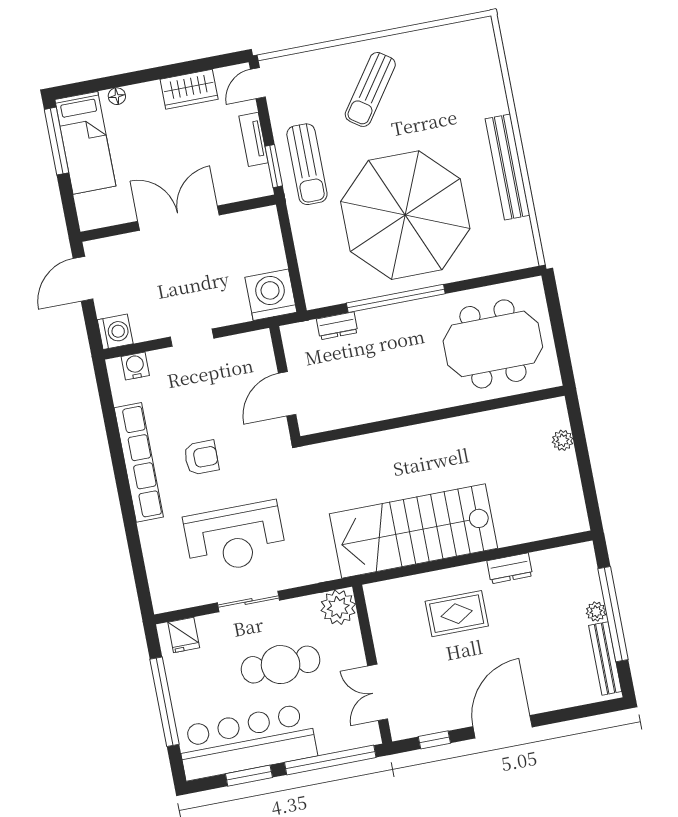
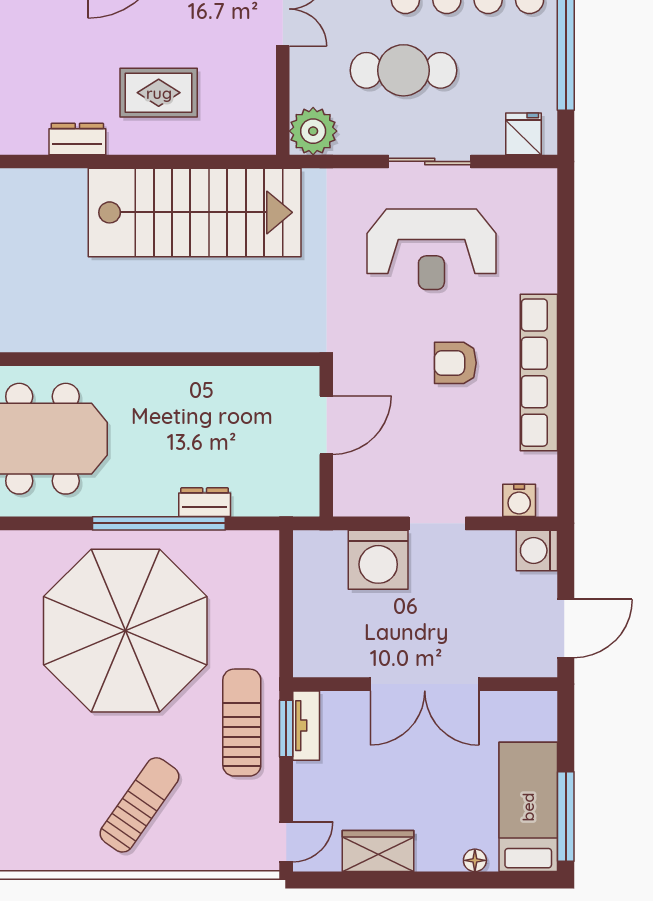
tv unit: (253, 139) -> (306, 726), moved
washing machine: (271, 295) -> (378, 560), moved
dresser: (337, 326) -> (205, 502), moved
reception desk: (235, 537) -> (431, 249), turned 180

